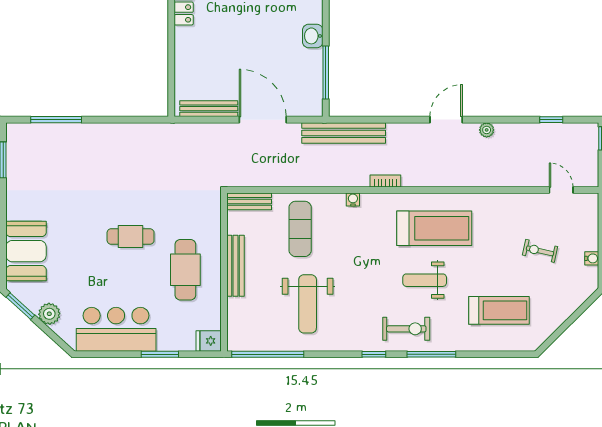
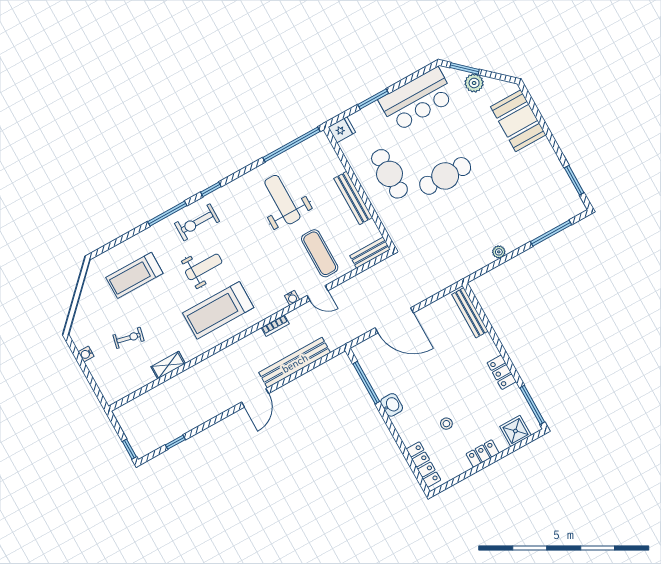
bench: (209, 109) -> (470, 313), moved, turned 90
plant: (487, 130) -> (499, 252), moved
bench: (344, 133) -> (295, 363), moved
door: (561, 190) -> (318, 293), moved
shelving: (515, 201) -> (168, 365), added
cafe table: (131, 236) -> (445, 176), width x1.37, depth x1.35
window: (20, 306) -> (465, 68), moved

